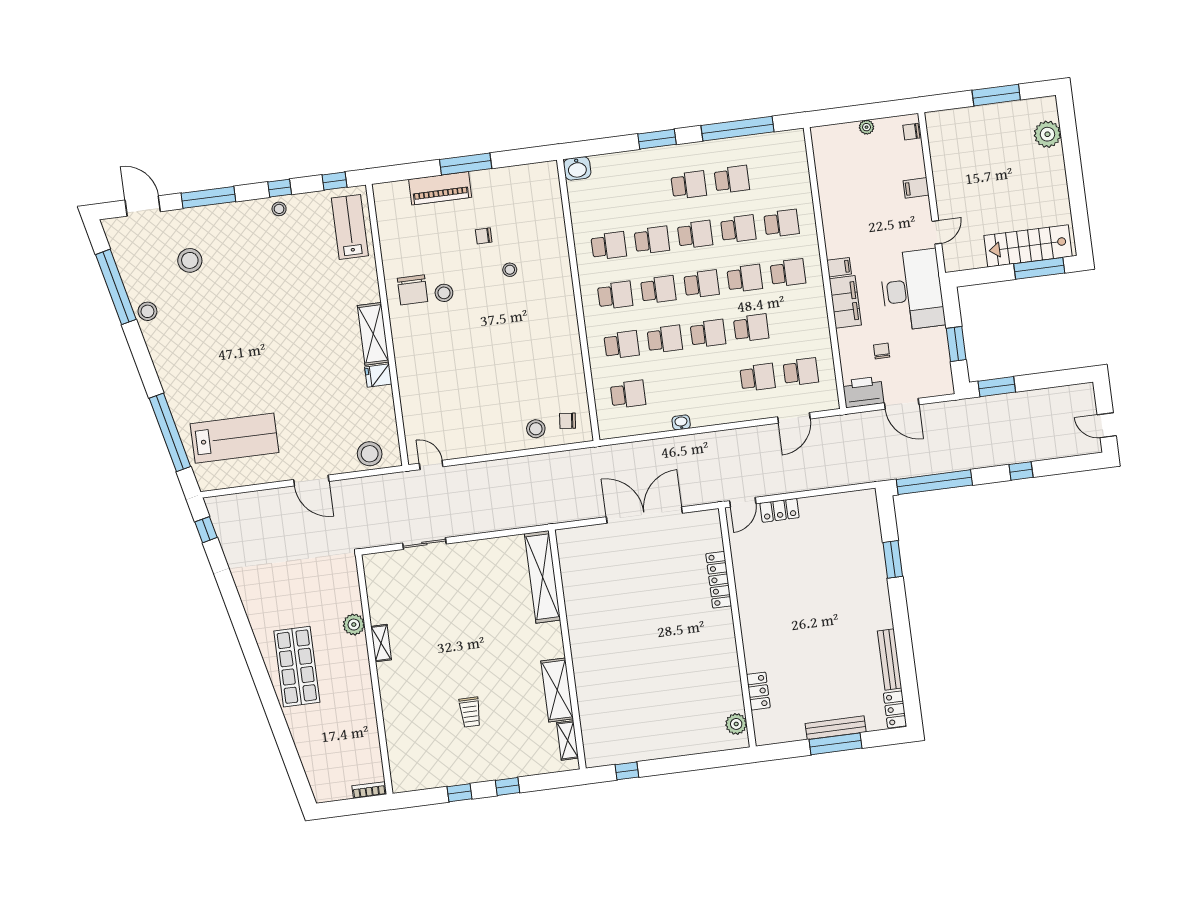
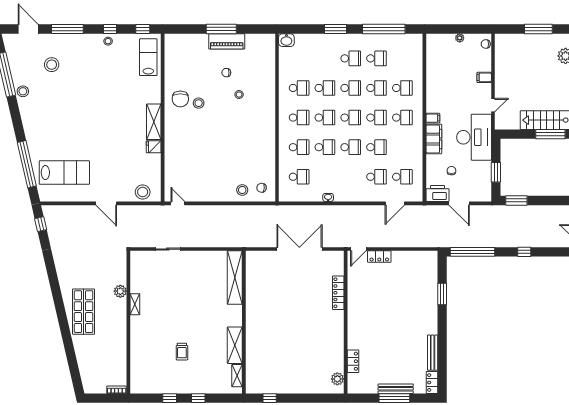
piano: (440, 188) -> (227, 41), moved

